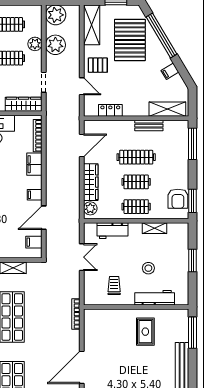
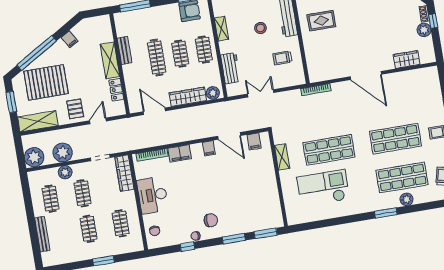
shelving: (167, 109) -> (110, 60), moved

